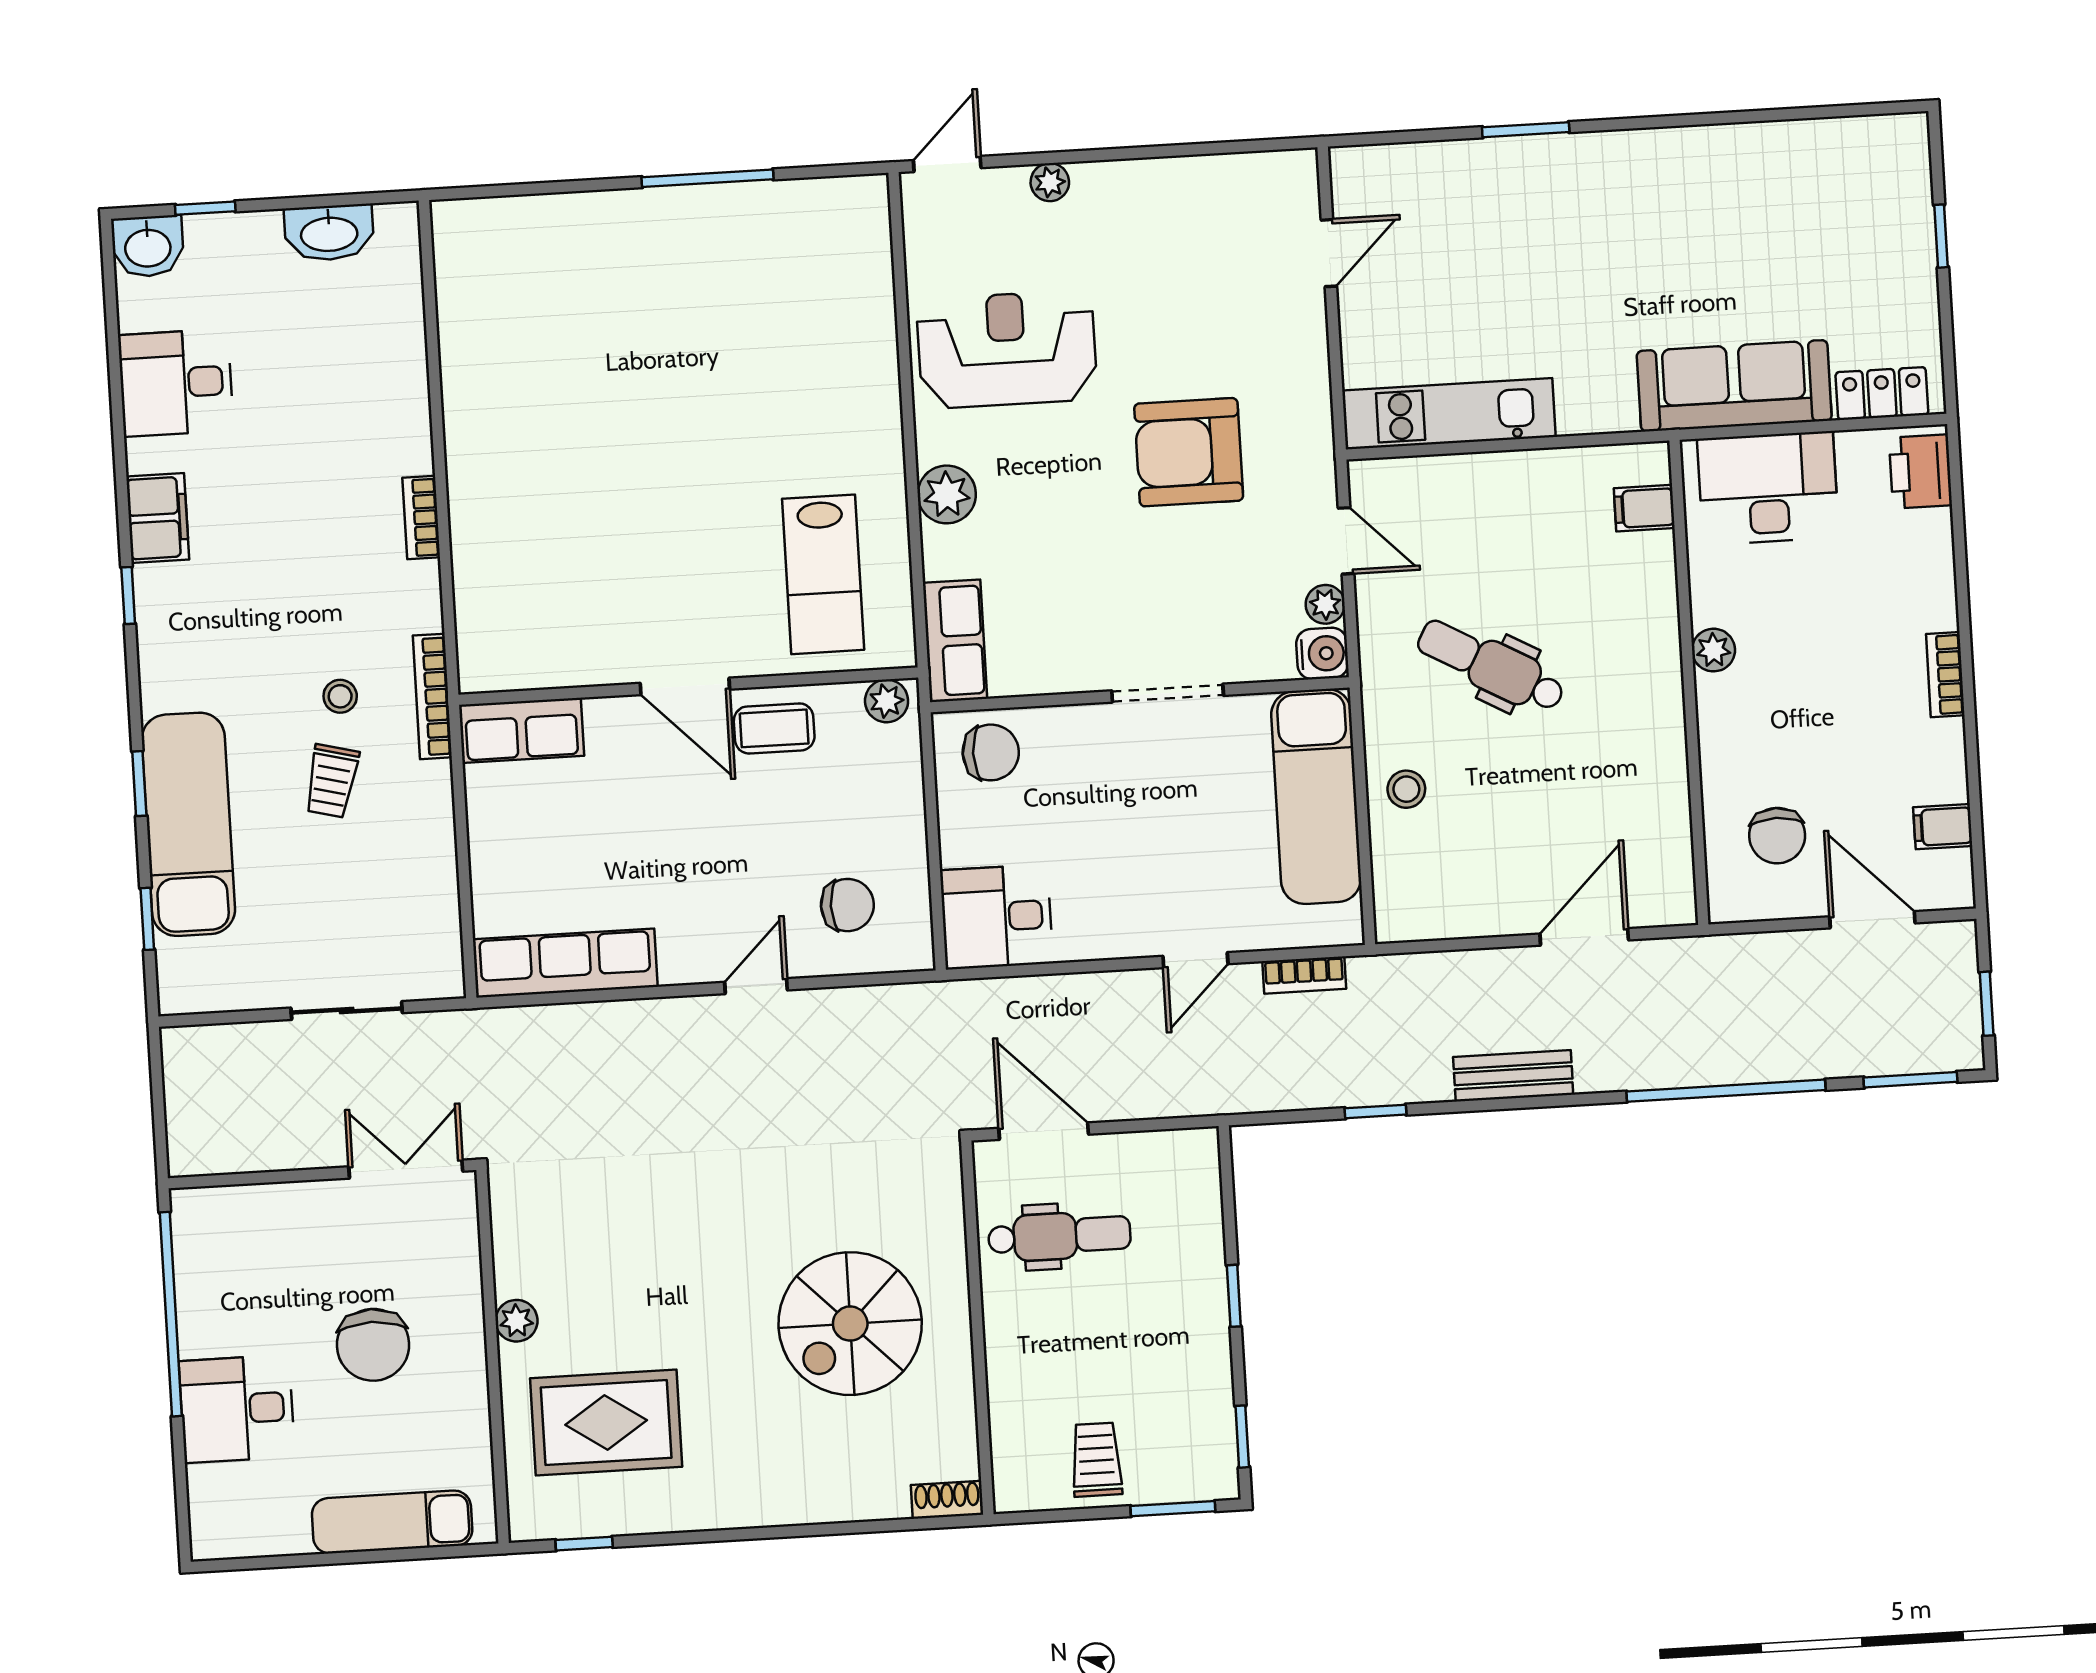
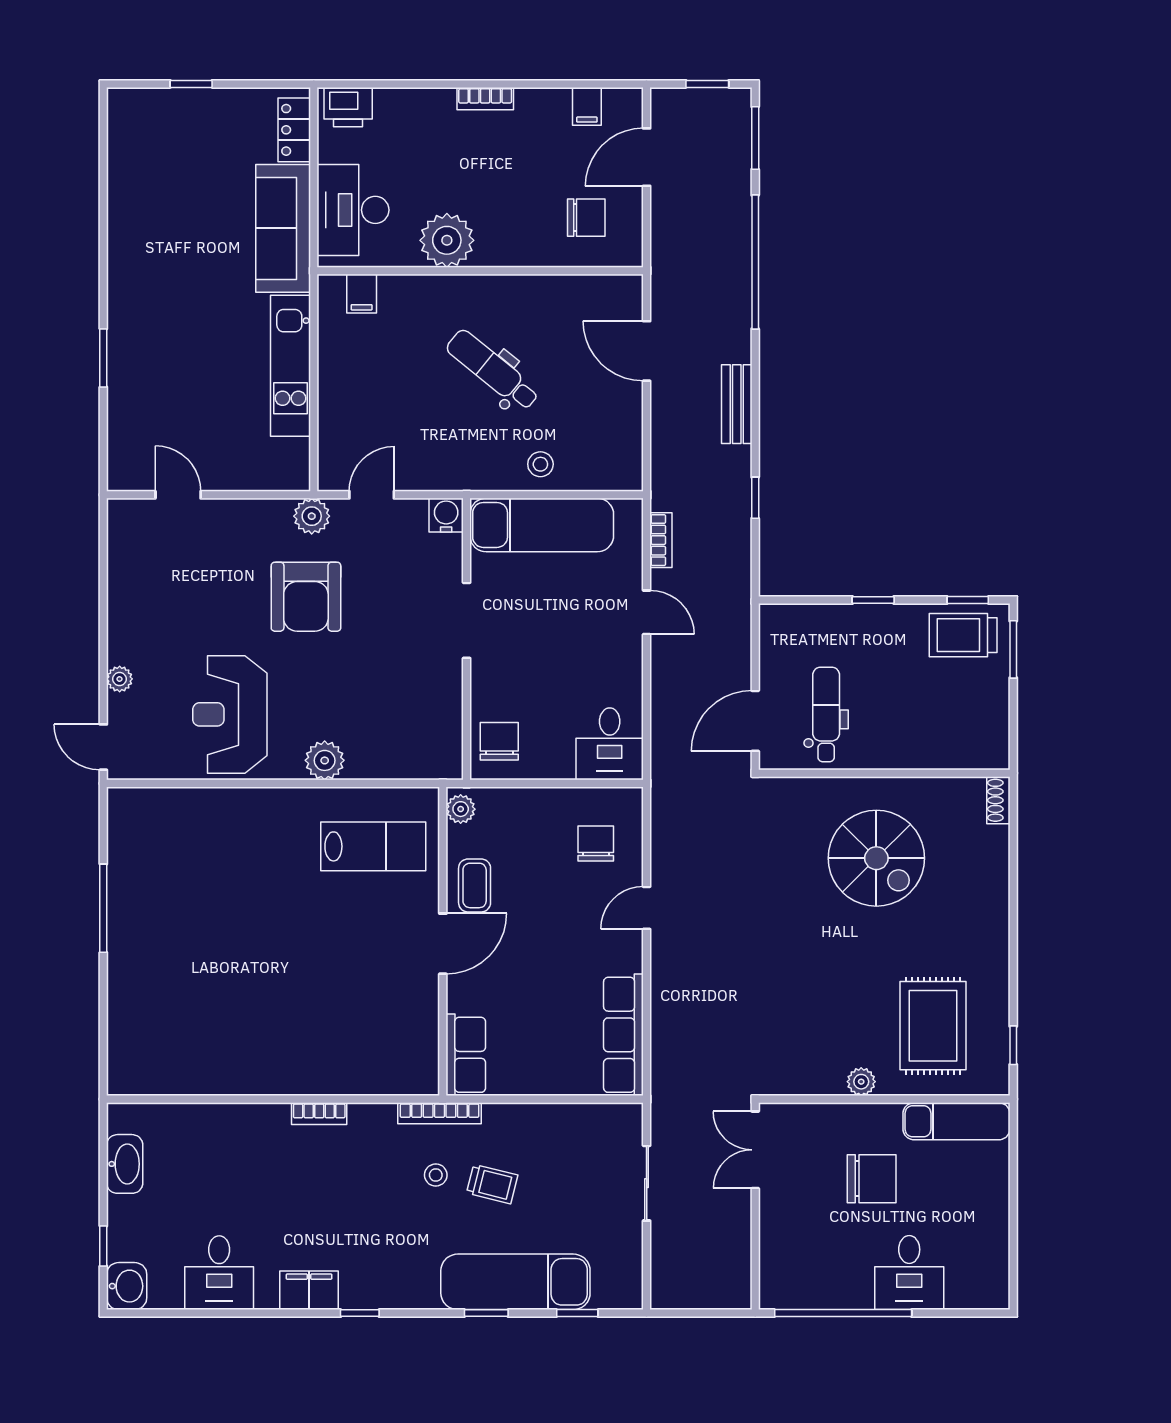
kitchen unit: (1449, 414) -> (291, 366), moved
plant: (1325, 604) -> (312, 516), moved, width x1.38, depth x1.38
row of seats: (955, 641) -> (423, 761), removed
plant: (1713, 650) -> (447, 240), width x1.88, depth x1.88
dental chair: (1491, 666) -> (493, 370), moved, turned 100
door: (756, 986) -> (647, 908), hinge flipped
trolley: (1096, 1460) -> (963, 635), moved, width x1.36, depth x1.39
exam couch: (392, 1522) -> (956, 1121), moved, turned -90

